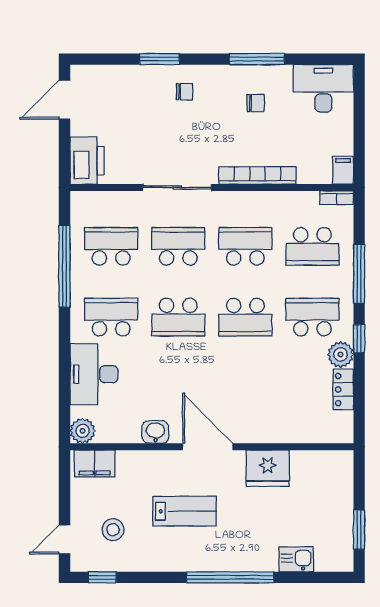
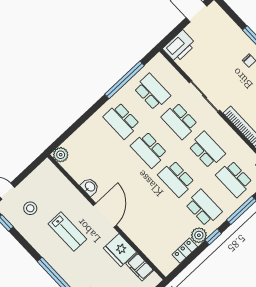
school desk: (178, 246) -> (179, 121), turned 180
school desk: (111, 317) -> (121, 121), turned 180
desk: (94, 374) -> (90, 137), removed
filing cabinet: (95, 463) -> (140, 267), moved

